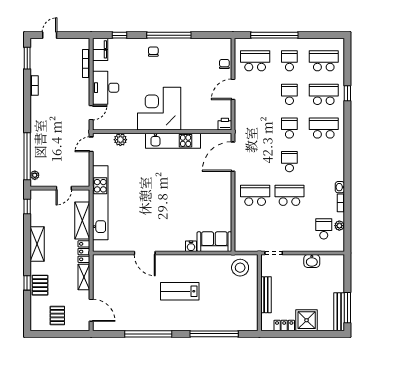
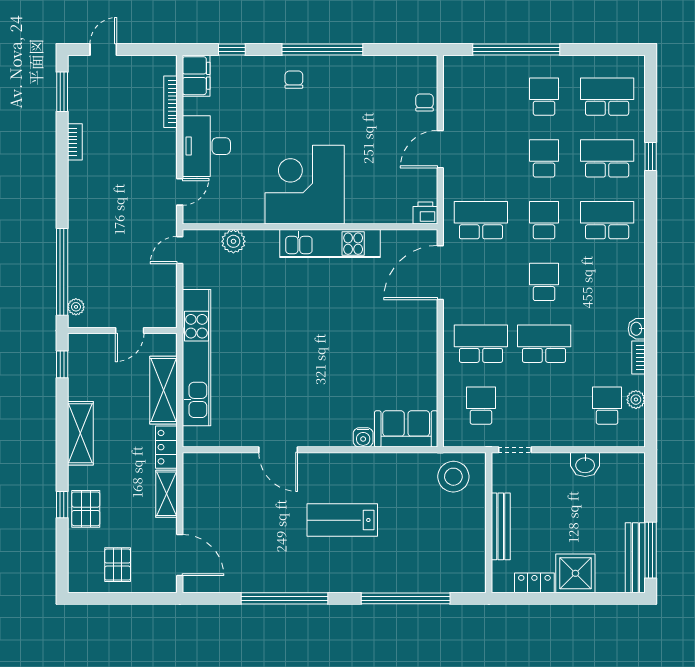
school desk: (255, 61) -> (481, 220), moved
school desk: (255, 229) -> (481, 406), added

